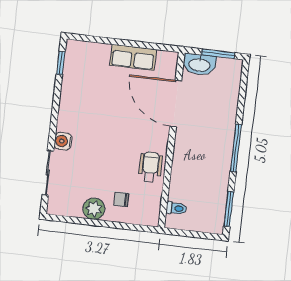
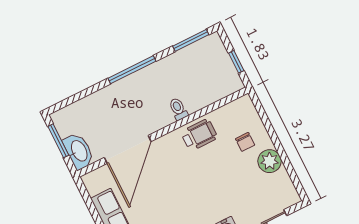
wheelchair: (150, 167) -> (199, 135), turned 180
toilet: (176, 208) -> (178, 109), moved
window: (189, 234) -> (236, 62), added

